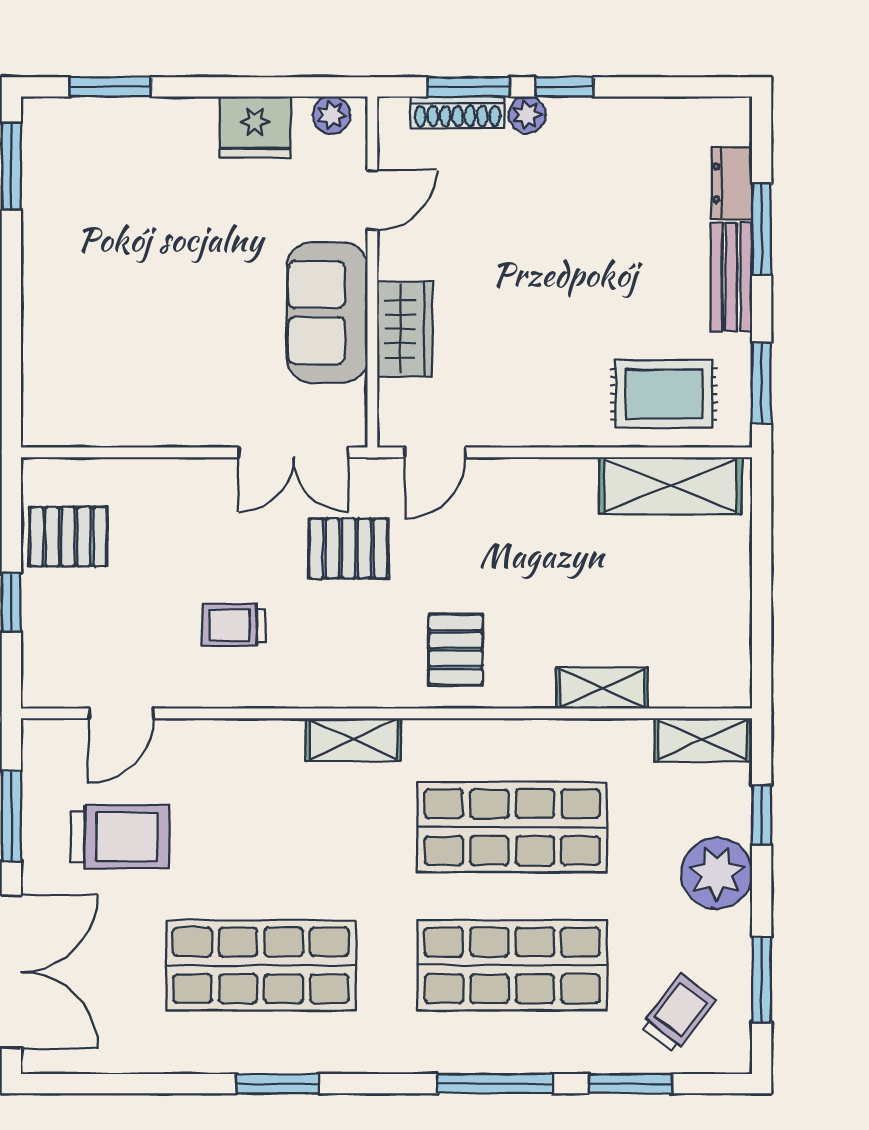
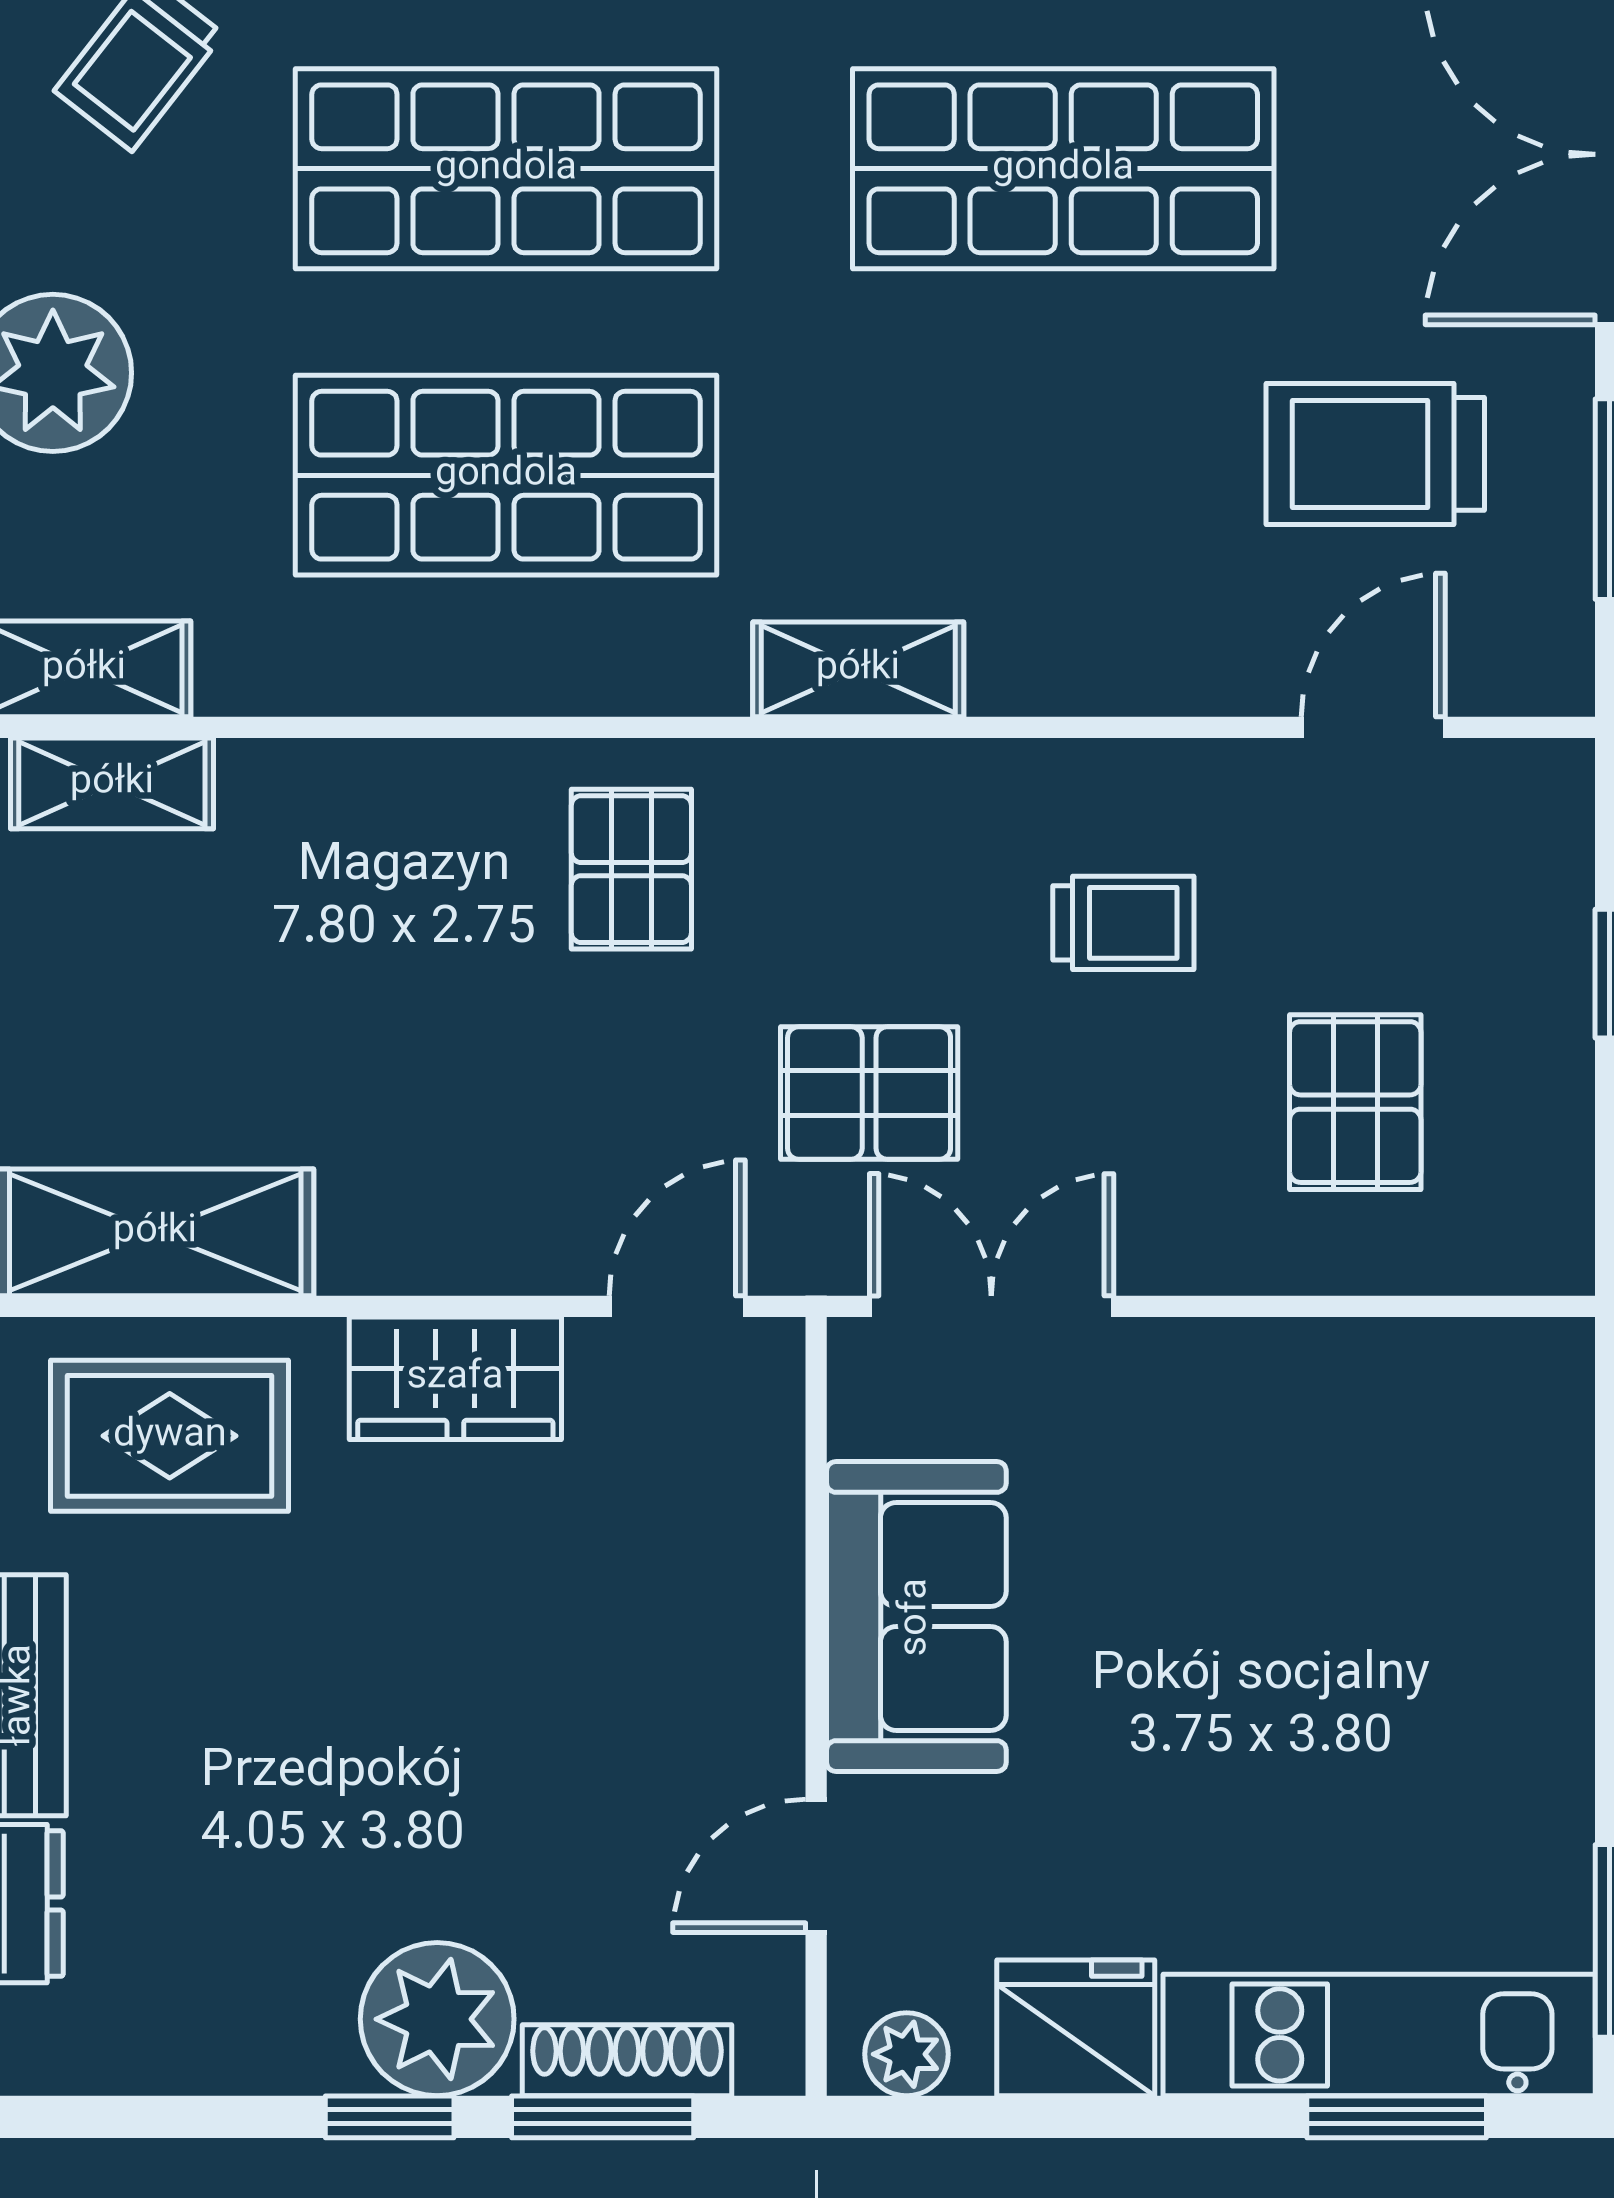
plant: (527, 115) -> (437, 2019), width x1.88, depth x1.88
kitchen unit: (118, 124) -> (1379, 2035), added
wardrobe: (405, 329) -> (455, 1378), moved, turned -90
pallet: (68, 537) -> (1355, 1102), moved, turned 90
shelving: (602, 688) -> (112, 783), moved

